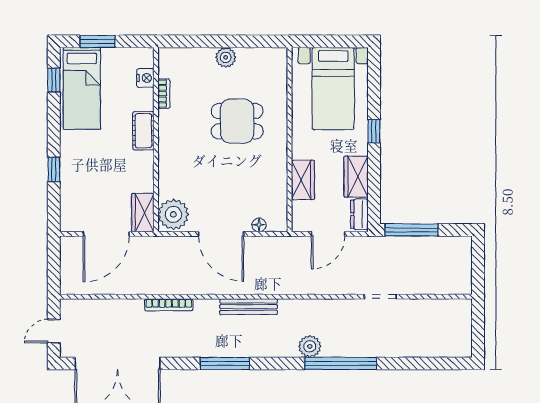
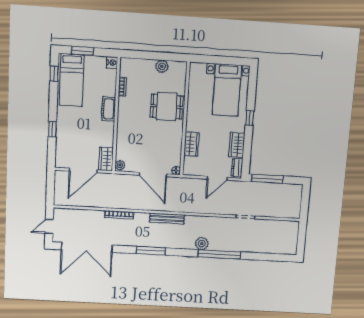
nightstand: (145, 78) -> (112, 63), moved
wall: (289, 140) -> (185, 119), moved
wardrobe: (303, 180) -> (191, 144), moved
plant: (173, 214) -> (120, 165), width x0.53, depth x0.53

